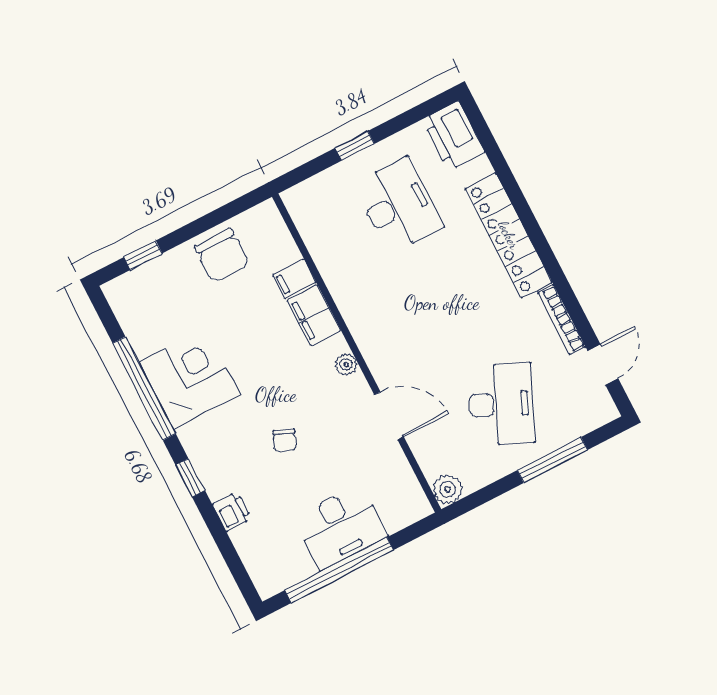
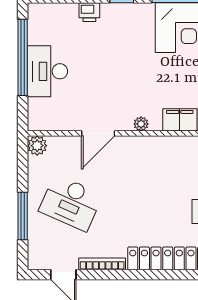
chair: (285, 440) -> (115, 65), removed

